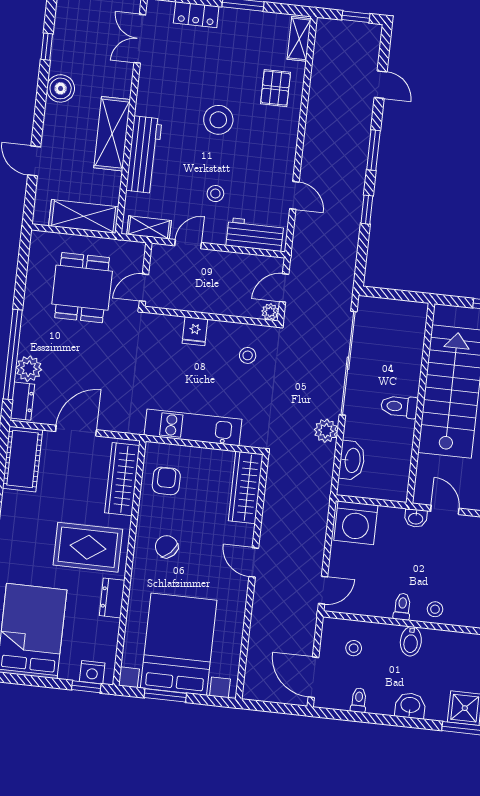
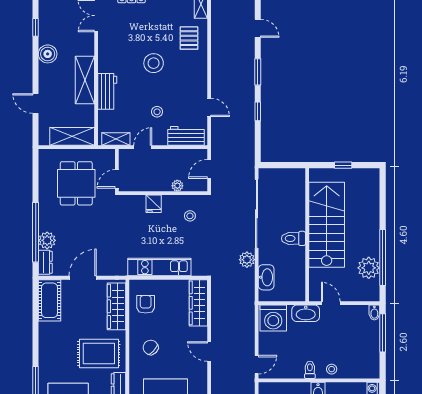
workbench: (144, 155) -> (107, 91), width x0.73
plant: (270, 312) -> (177, 186), moved
washbasin: (416, 518) -> (306, 313), width x1.91, depth x1.45

